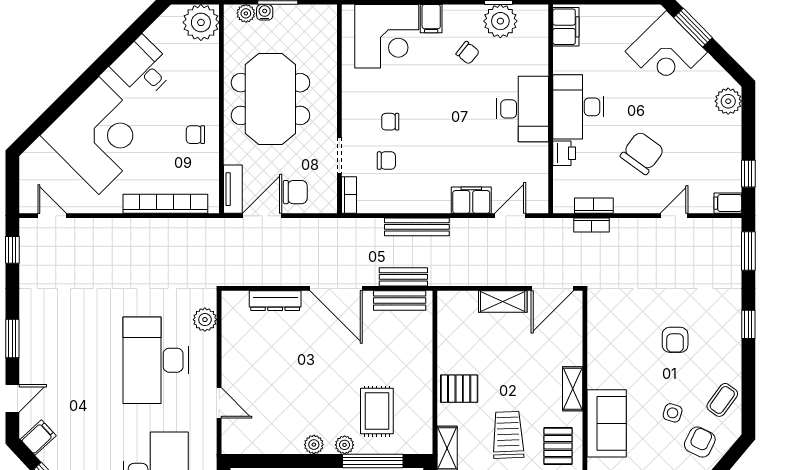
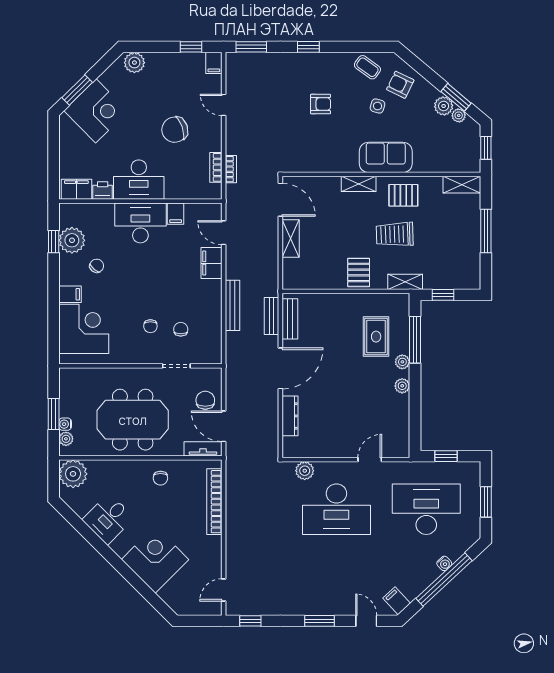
corner desk: (99, 135) -> (155, 560), width x0.74, depth x0.74
printer: (564, 153) -> (103, 190), moved
chair: (642, 153) -> (175, 130), turned -55
filing cabinet: (535, 154) -> (176, 214), added
bookcase: (349, 195) -> (208, 358), removed
rug: (377, 411) -> (376, 337), turned 90

